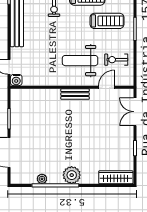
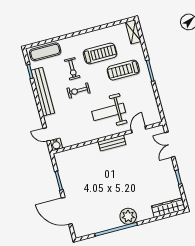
treadmill: (107, 21) -> (123, 70), turned 180
exercise bike: (116, 60) -> (78, 91), moved
plant: (42, 179) -> (102, 227), removed

